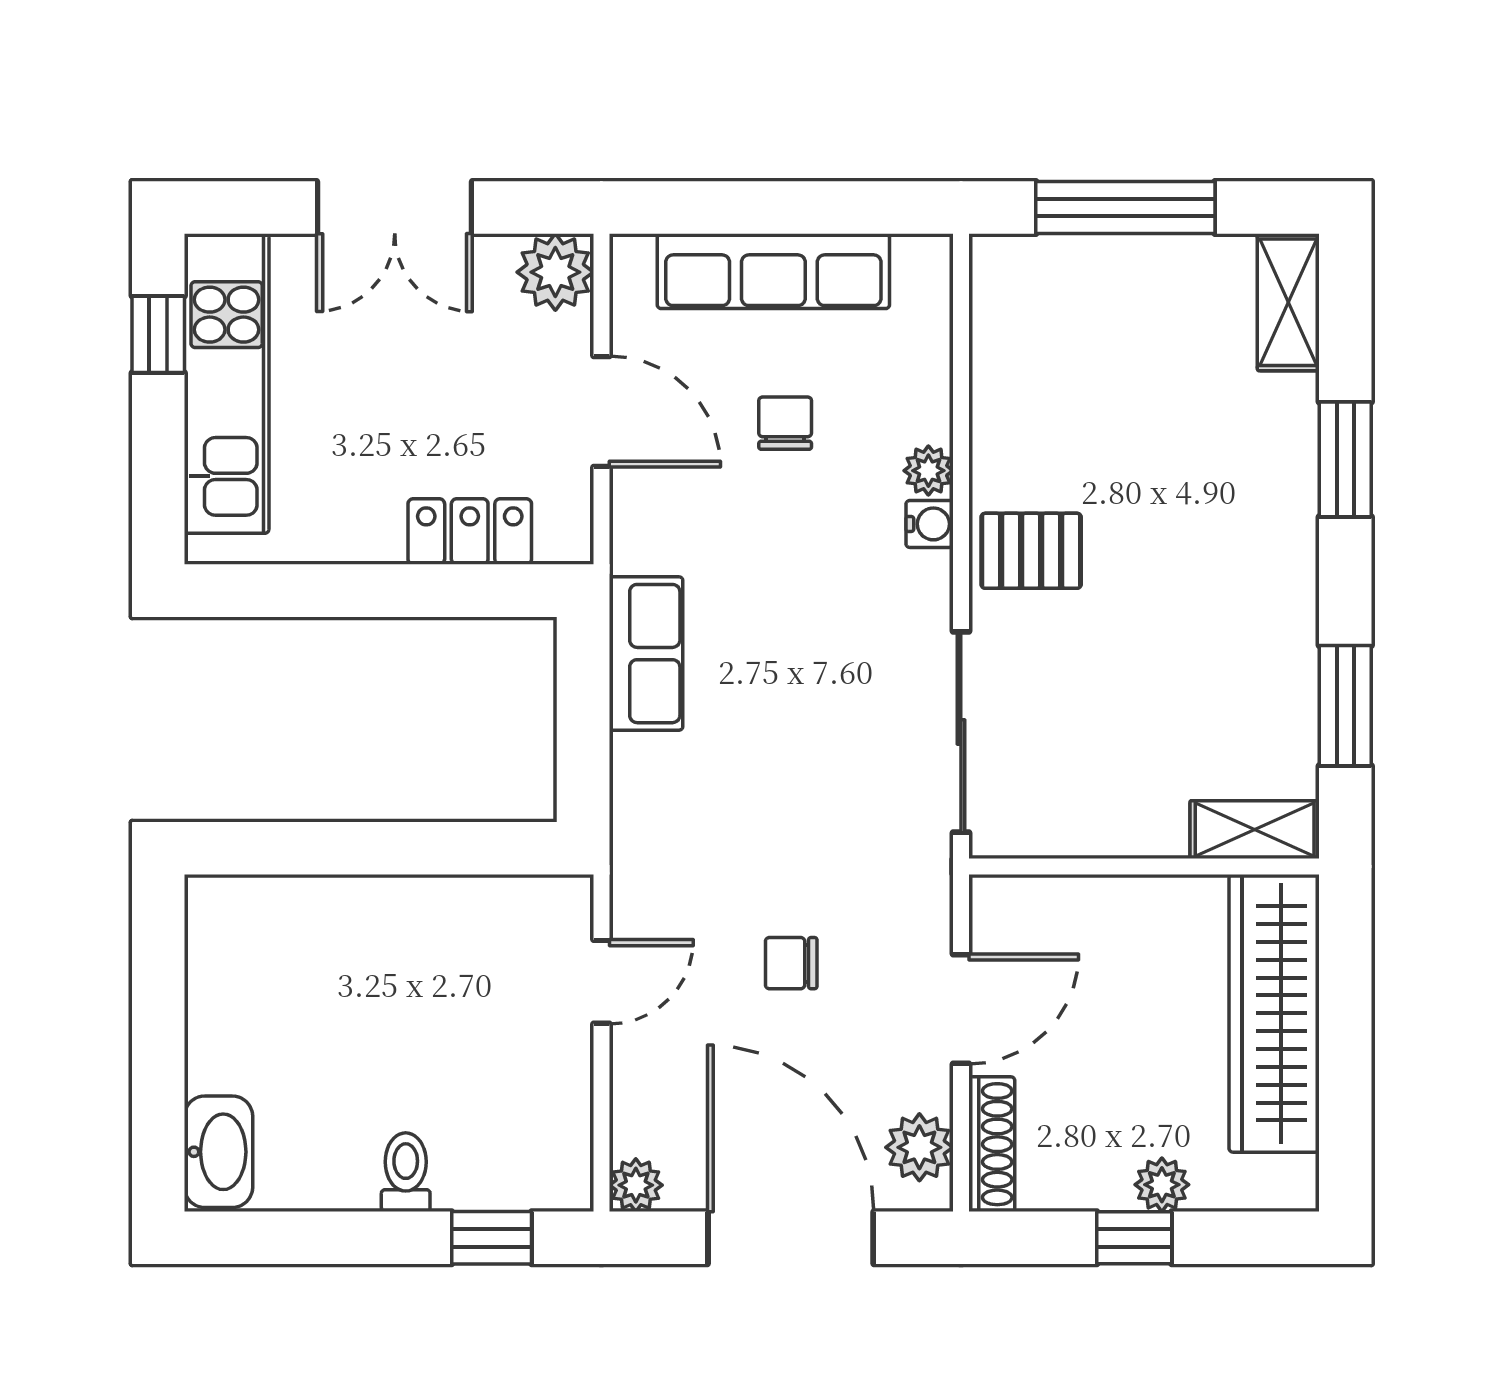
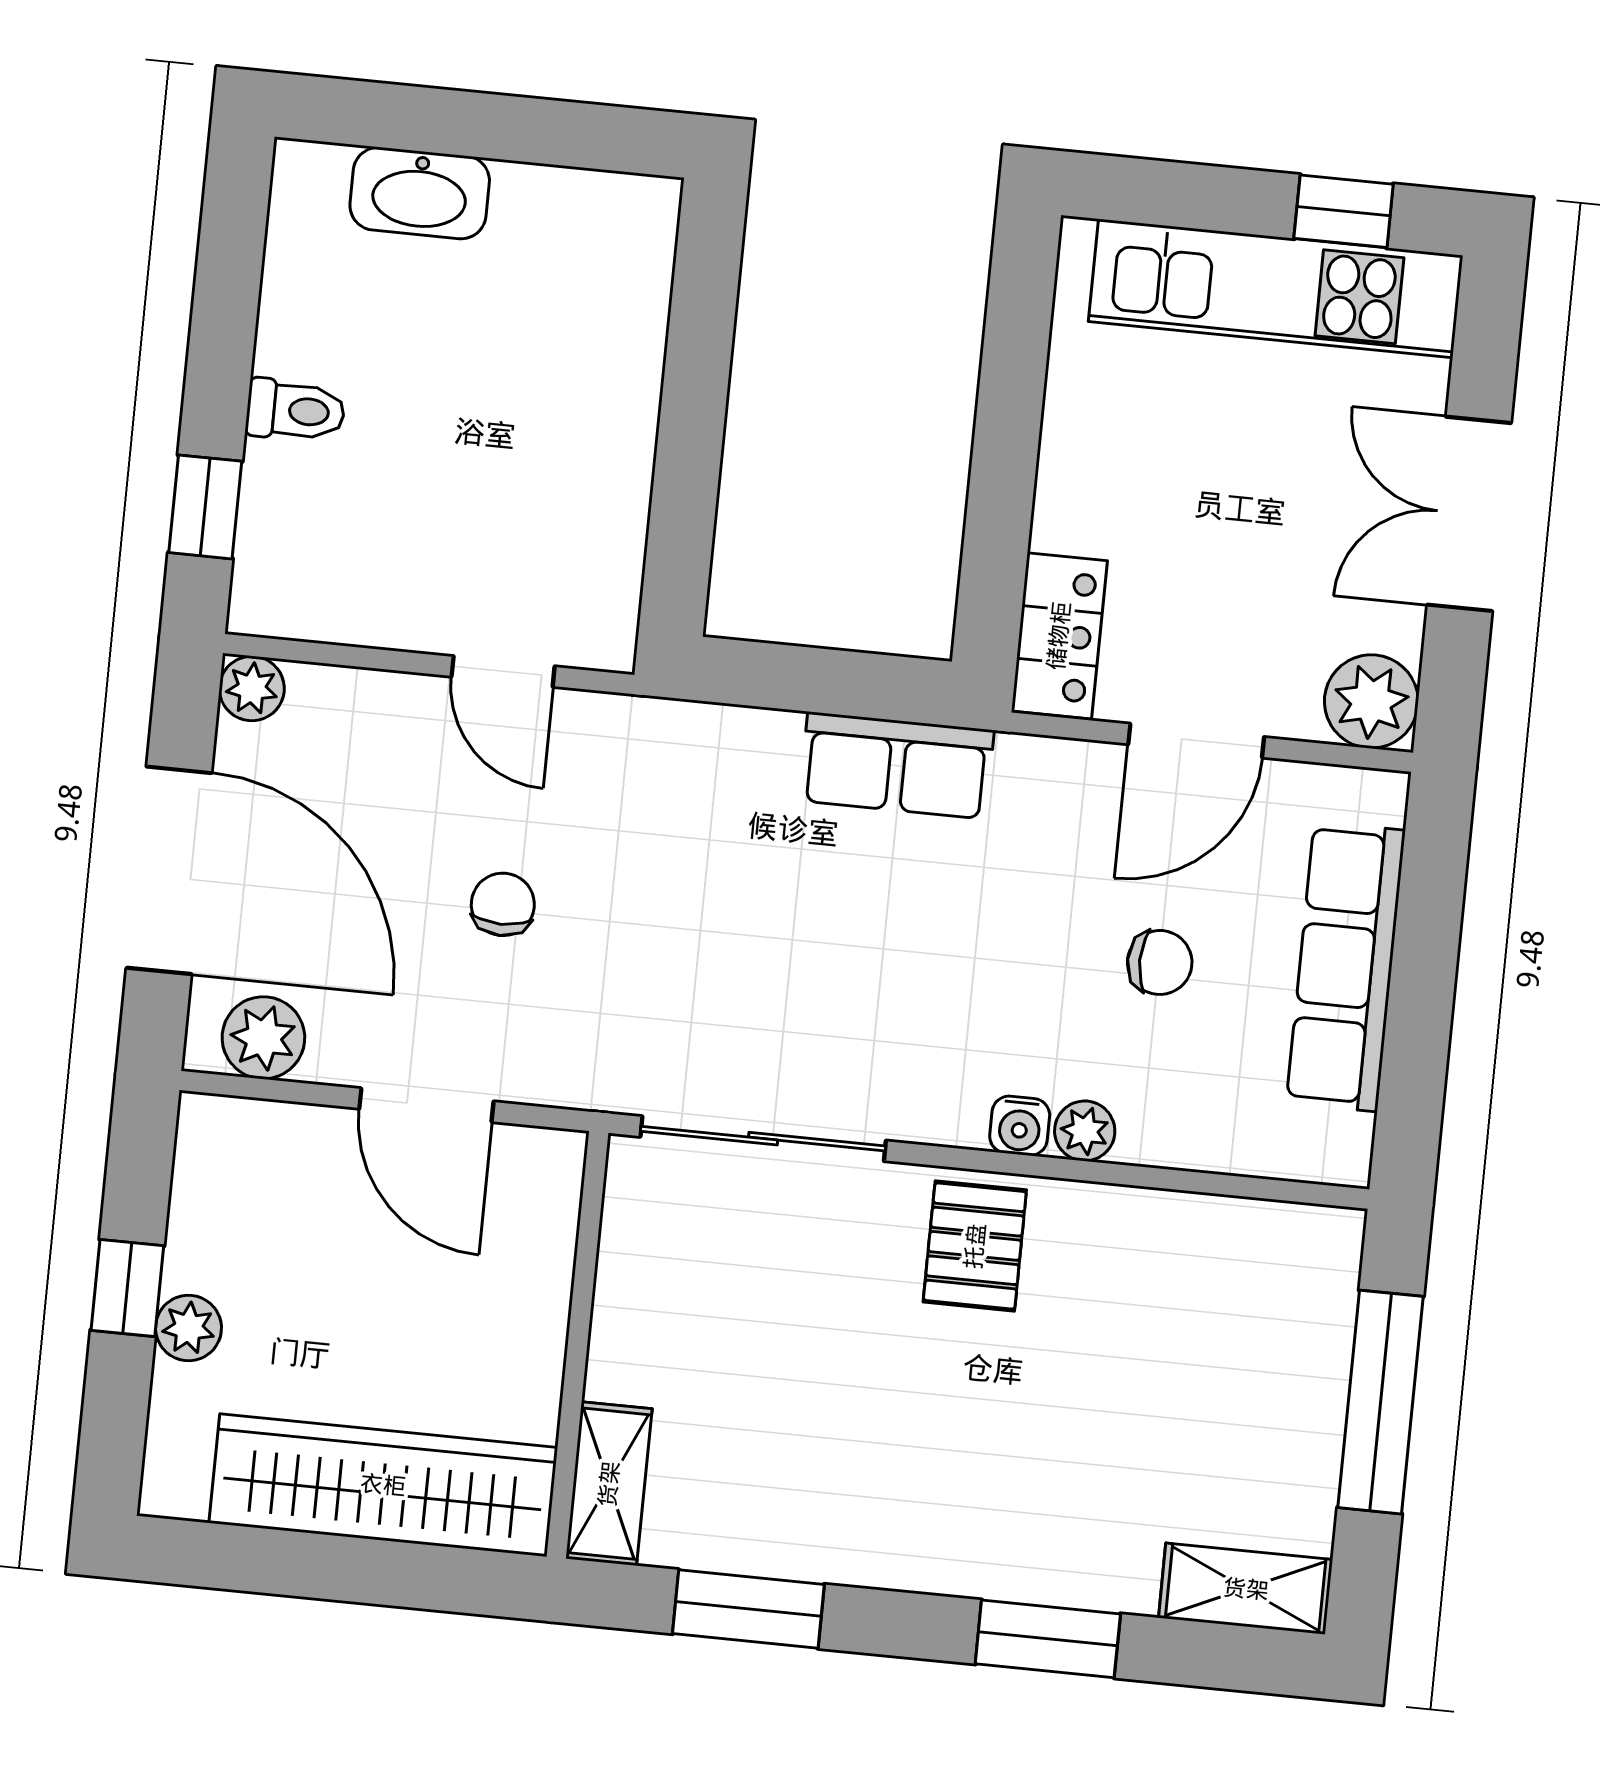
locker: (470, 532) -> (1059, 636), moved
shoe rack: (992, 1144) -> (258, 1126), removed
washbasin: (218, 1152) -> (420, 193), moved
door: (791, 1238) -> (169, 870), hinge flipped

